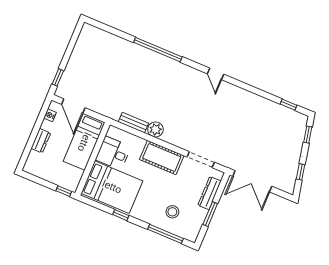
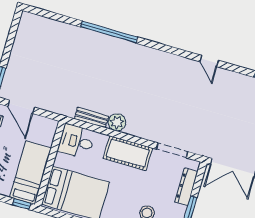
door: (216, 74) -> (209, 61), moved
bed: (84, 142) -> (30, 173), moved, turned 180
desk: (113, 153) -> (76, 141), moved

